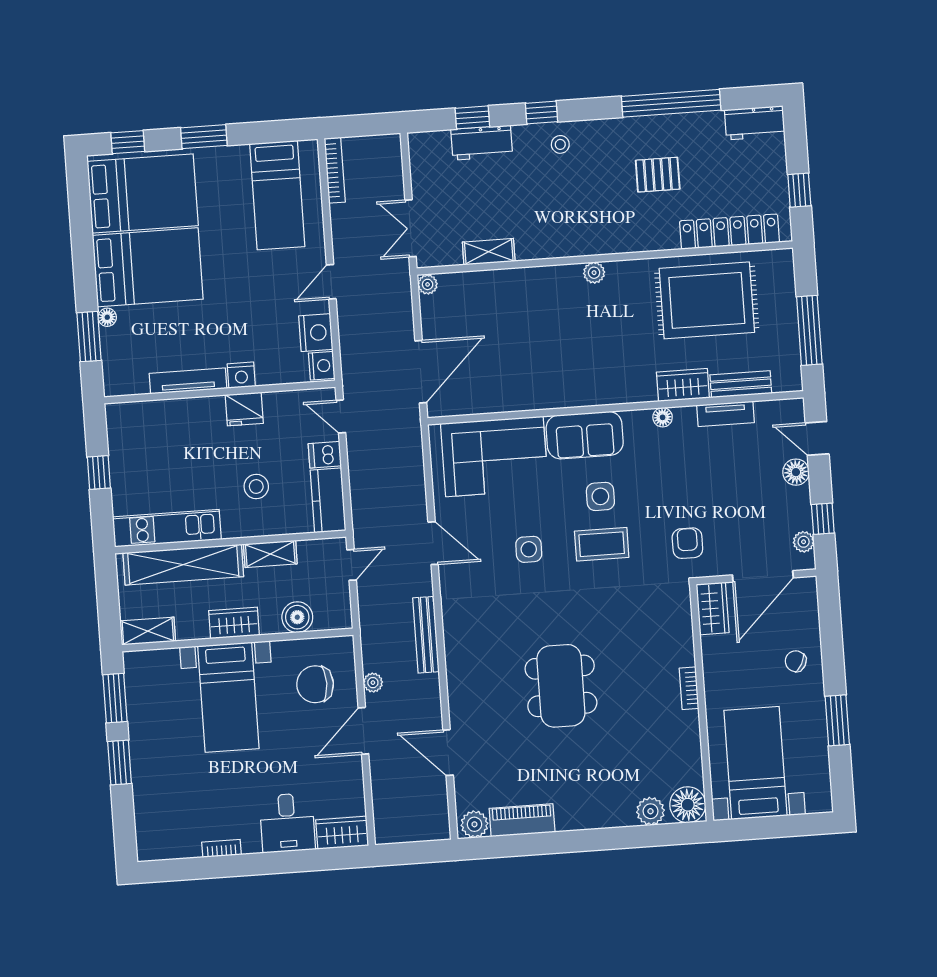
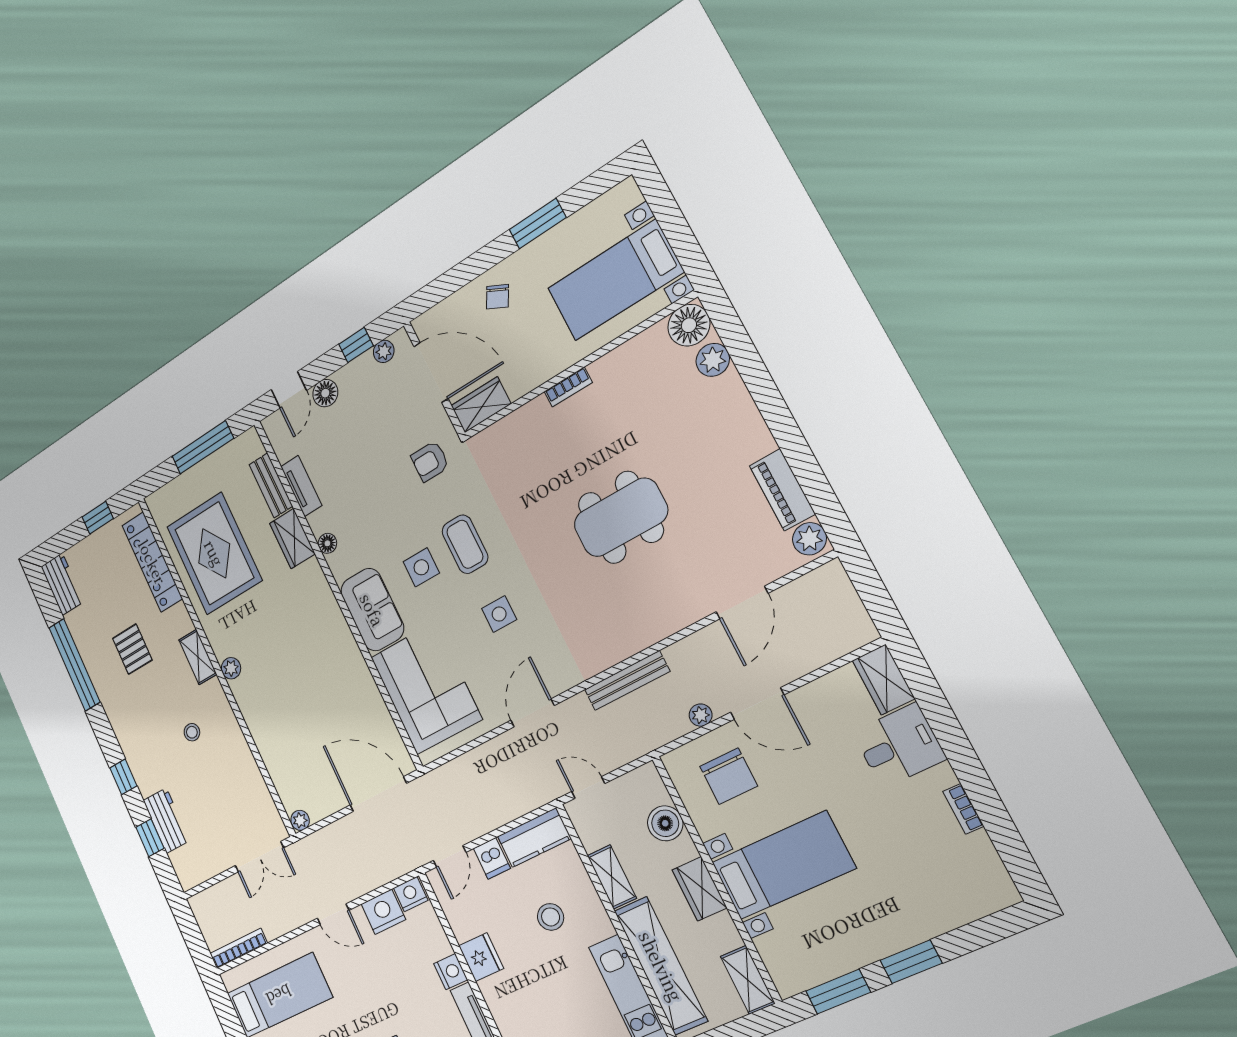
stool: (560, 144) -> (192, 732), moved
shelving: (489, 252) -> (198, 657), moved

